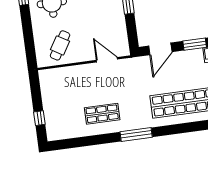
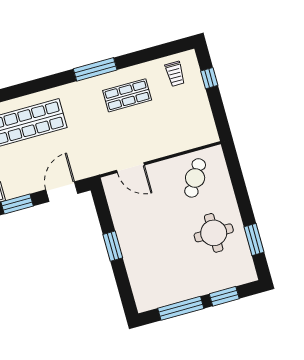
trolley: (64, 125) -> (175, 74), added
window: (136, 134) -> (95, 69), moved

